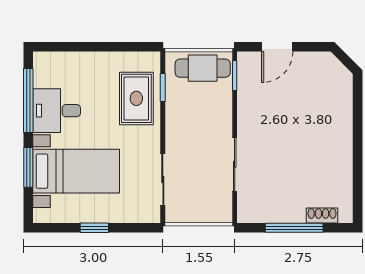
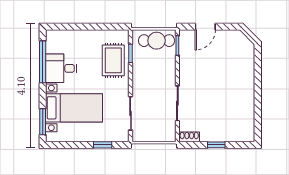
window: (28, 167) -> (43, 122), moved
shoe rack: (322, 215) -> (189, 137), moved
window: (94, 228) -> (103, 145), moved
window: (294, 228) -> (216, 145), width x0.46

